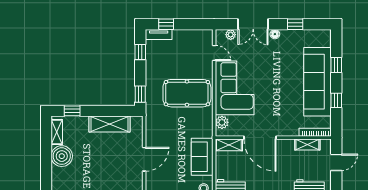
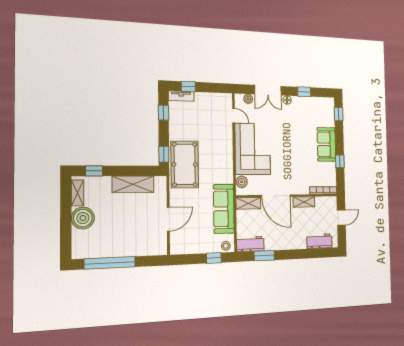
window: (336, 65) -> (339, 114), moved
sofa: (317, 82) -> (326, 144), width x0.54, depth x0.79
pool table: (187, 93) -> (185, 164), moved, turned 90
shelving: (307, 144) -> (304, 202), moved
sofa: (202, 157) -> (224, 209), width x1.36

